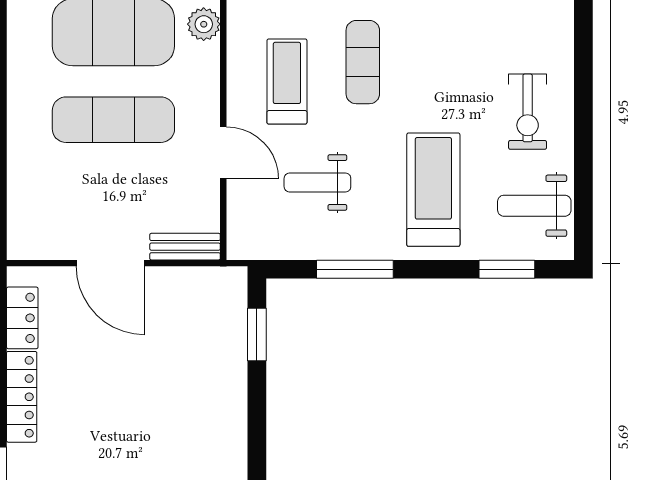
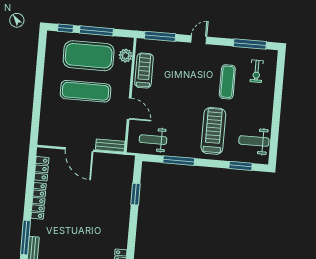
exercise mat: (363, 62) -> (227, 82), moved
treadmill: (287, 81) -> (144, 71), moved
exercise bike: (528, 112) -> (257, 71), moved, width x0.73, depth x0.72
weight bench: (317, 183) -> (153, 140), moved
window: (257, 335) -> (136, 194), moved

